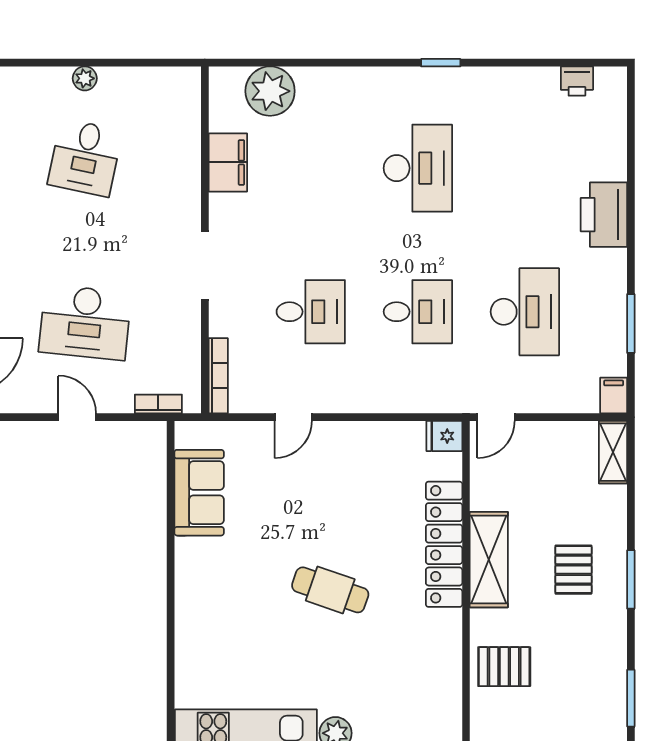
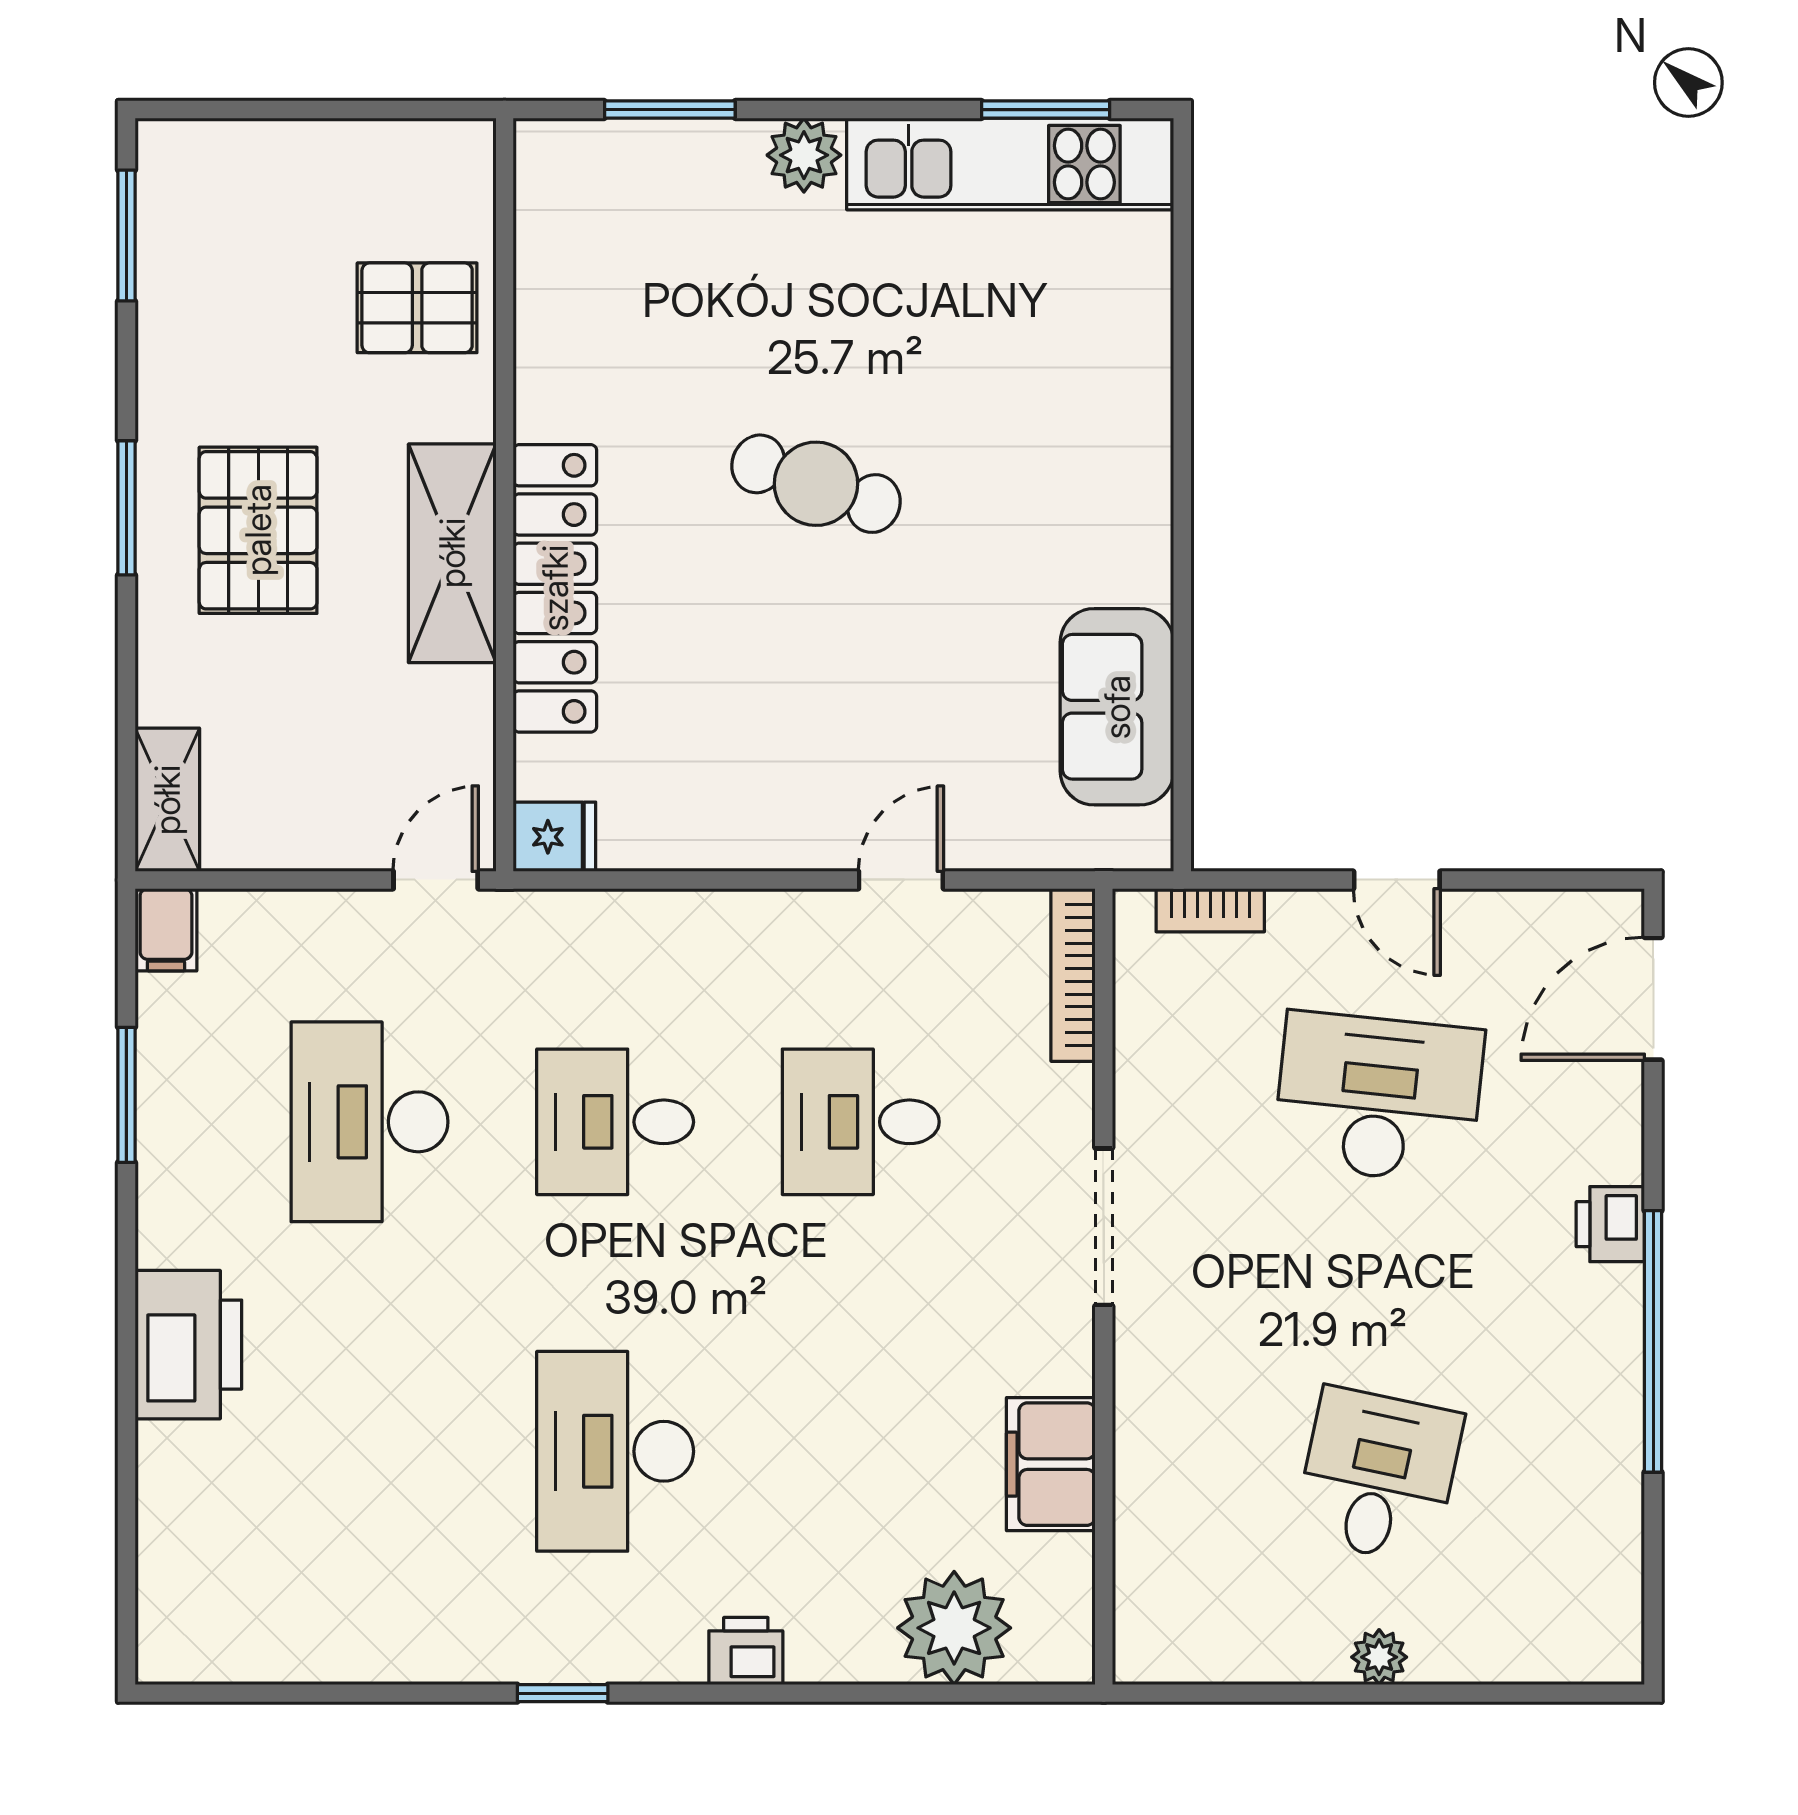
printer: (577, 81) -> (746, 1651), moved
pallet: (573, 570) -> (258, 530), width x1.50, depth x1.42

